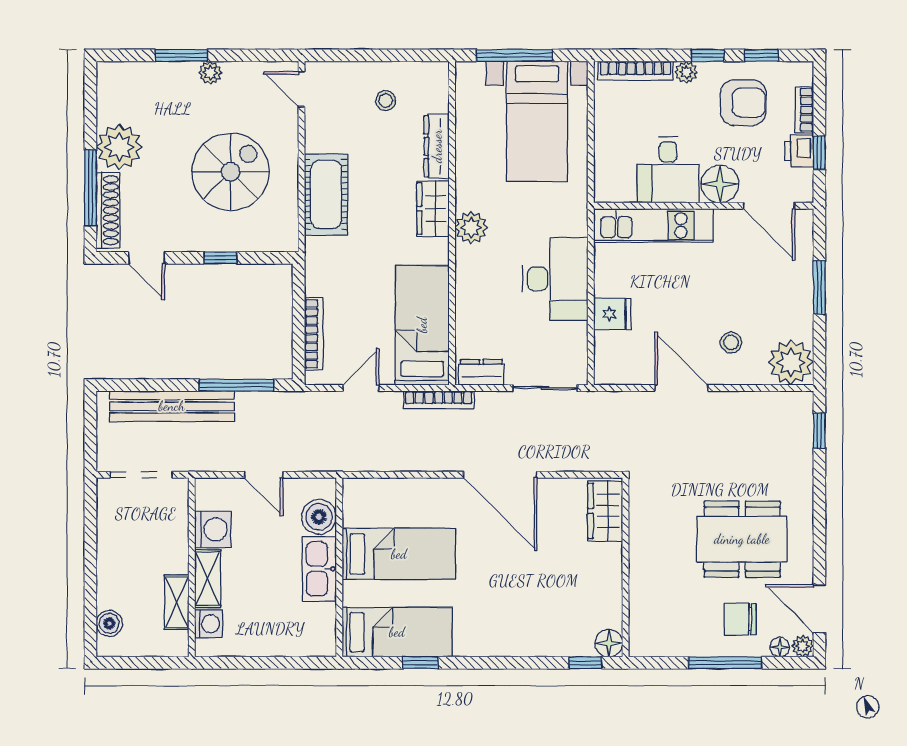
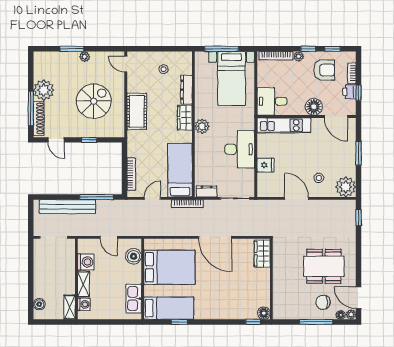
desk: (668, 170) -> (272, 101), moved, turned 90
bed: (399, 554) -> (169, 267), width x1.50
kitchen sink: (319, 569) -> (134, 299), moved
shelving: (177, 602) -> (70, 307), moved

